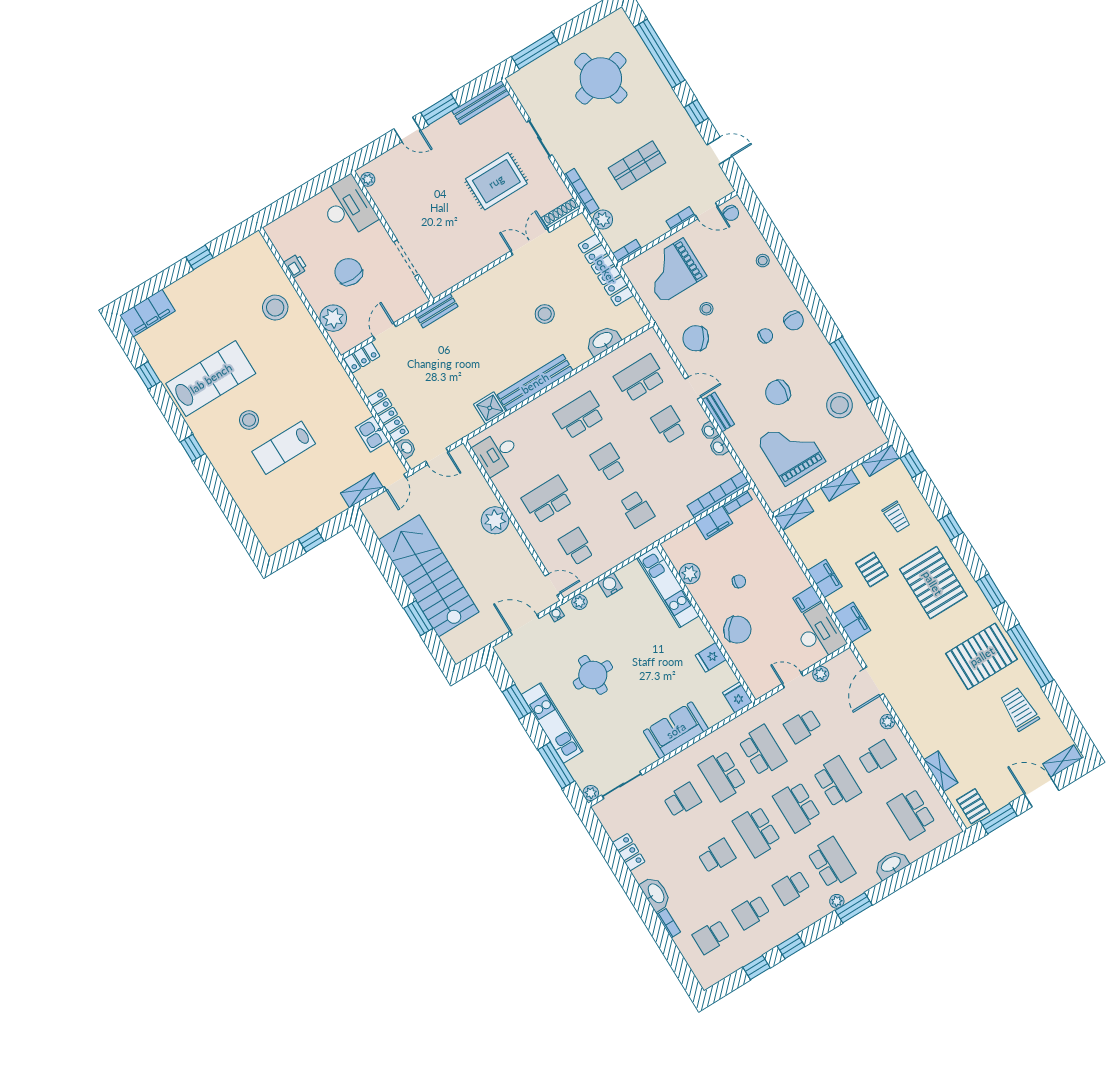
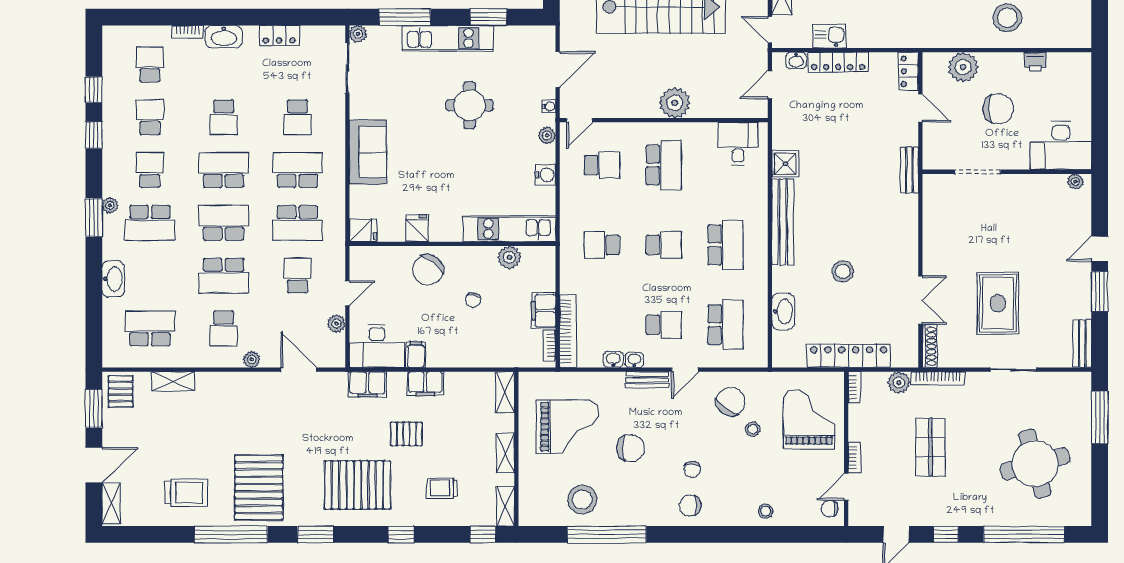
bench: (481, 102) -> (1082, 344), width x0.73
chair: (778, 392) -> (631, 448), turned 86
pallet: (973, 806) -> (121, 392), turned 90

